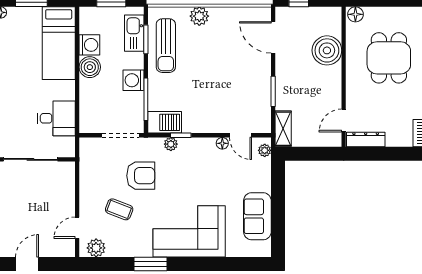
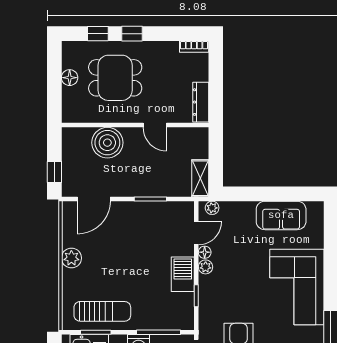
floor lamp: (355, 14) -> (70, 78), moved
plant: (199, 16) -> (71, 258), moved
door: (344, 121) -> (155, 125), moved
barbecue: (165, 122) -> (183, 274), moved
shelving: (283, 129) -> (200, 178), moved, turned 90
plant: (171, 144) -> (206, 267), moved

